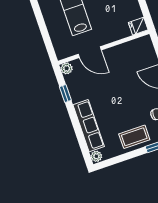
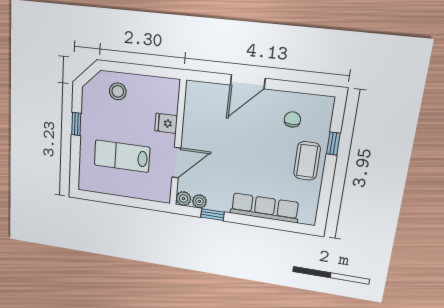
fridge: (138, 26) -> (166, 123), moved, turned 90
plant: (96, 156) -> (199, 201), moved

